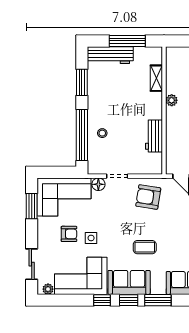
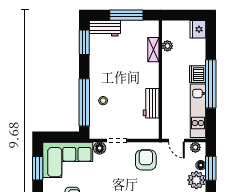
workbench: (110, 55) -> (105, 28), width x0.73
window: (82, 82) -> (84, 42), moved
plant: (172, 100) -> (167, 46), moved
armchair: (148, 197) -> (146, 160), turned 81

